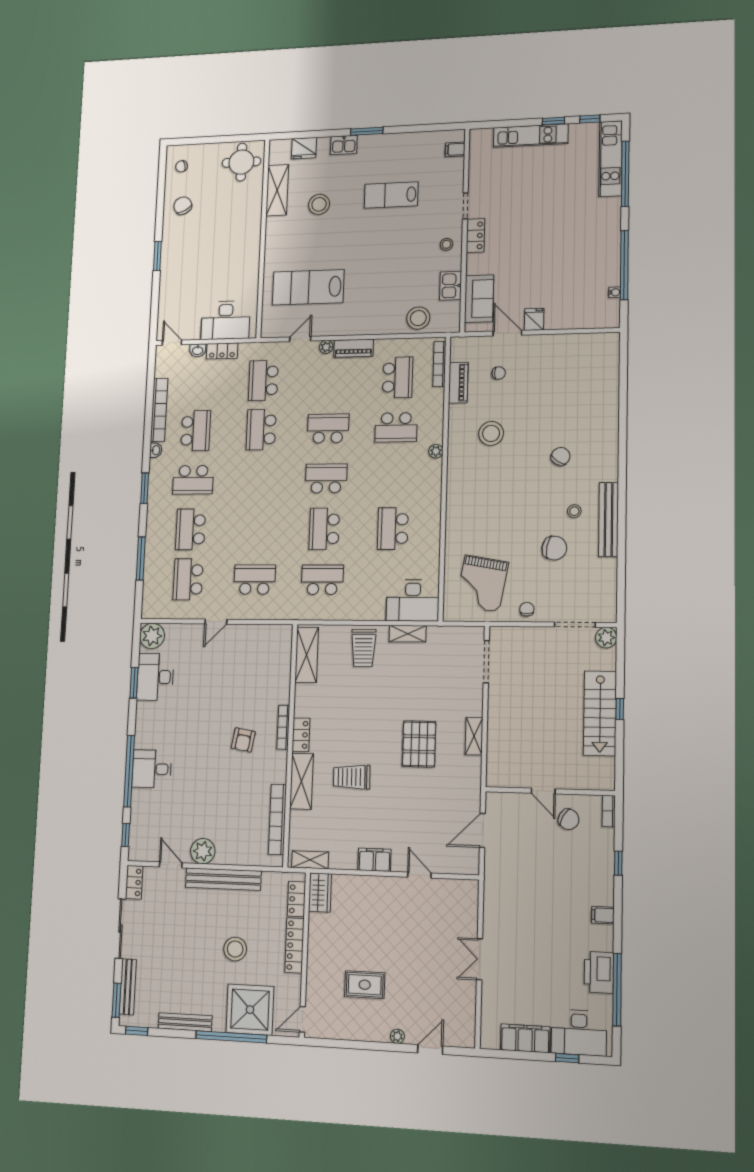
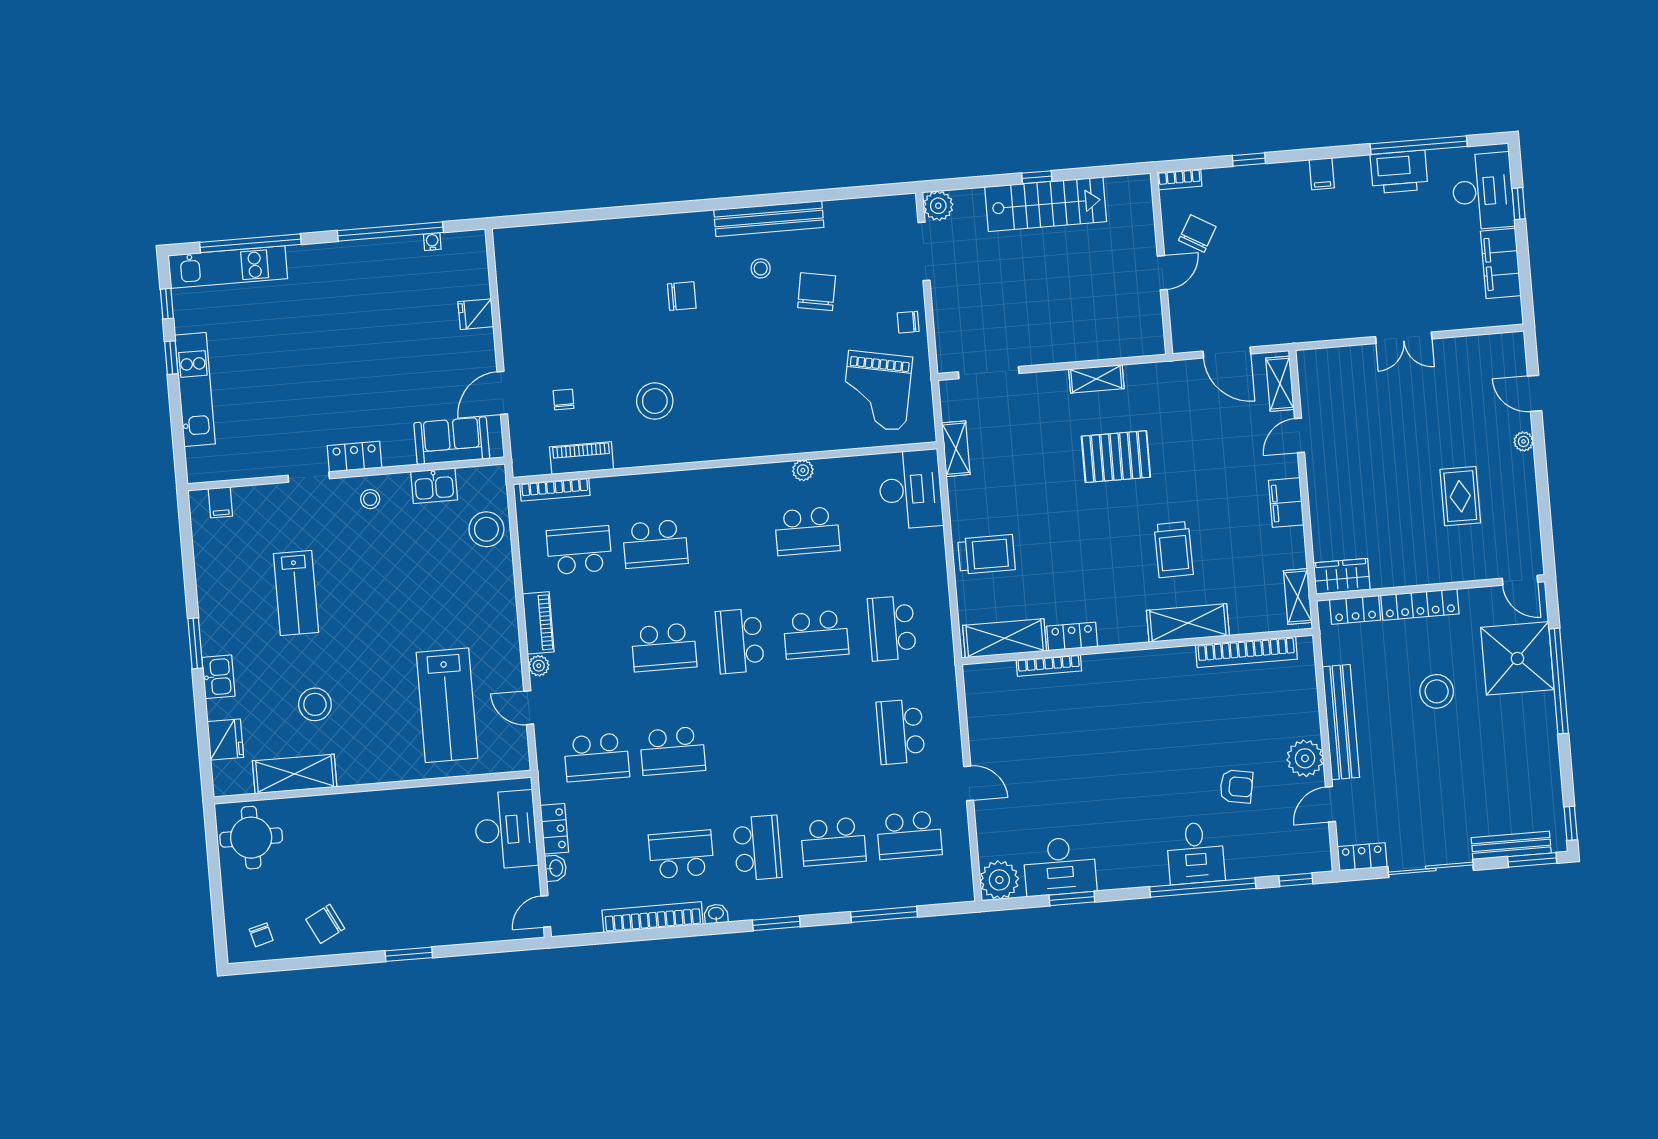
fridge: (534, 319) -> (476, 314), moved
school desk: (396, 427) -> (655, 544), turned 90
school desk: (328, 428) -> (664, 647), turned -90
plant: (436, 451) -> (803, 470), moved
chair: (561, 456) -> (682, 296), turned 146
grand piano: (482, 584) -> (877, 391), turned 91
shelving: (408, 634) -> (956, 449), moved
bookcase: (283, 727) -> (1049, 665), moved
locker: (301, 735) -> (1072, 636), moved
armchair: (243, 740) -> (1236, 787), moved
shelving: (457, 866) -> (1280, 384), added
bench: (185, 1022) -> (1548, 752), removed

